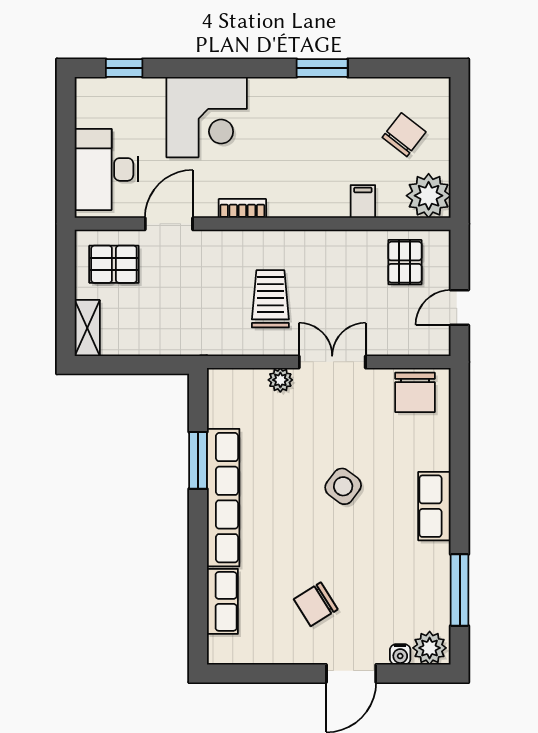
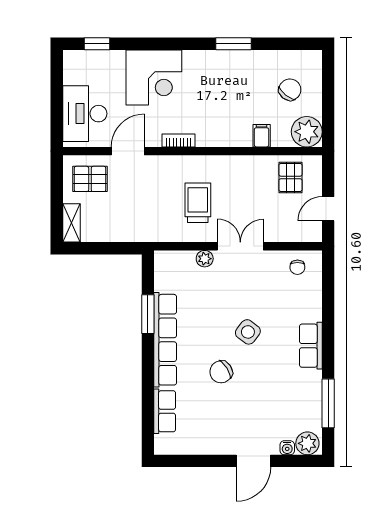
chair: (415, 392) -> (297, 267), width x0.54, depth x0.54
chair: (316, 604) -> (221, 372), moved

